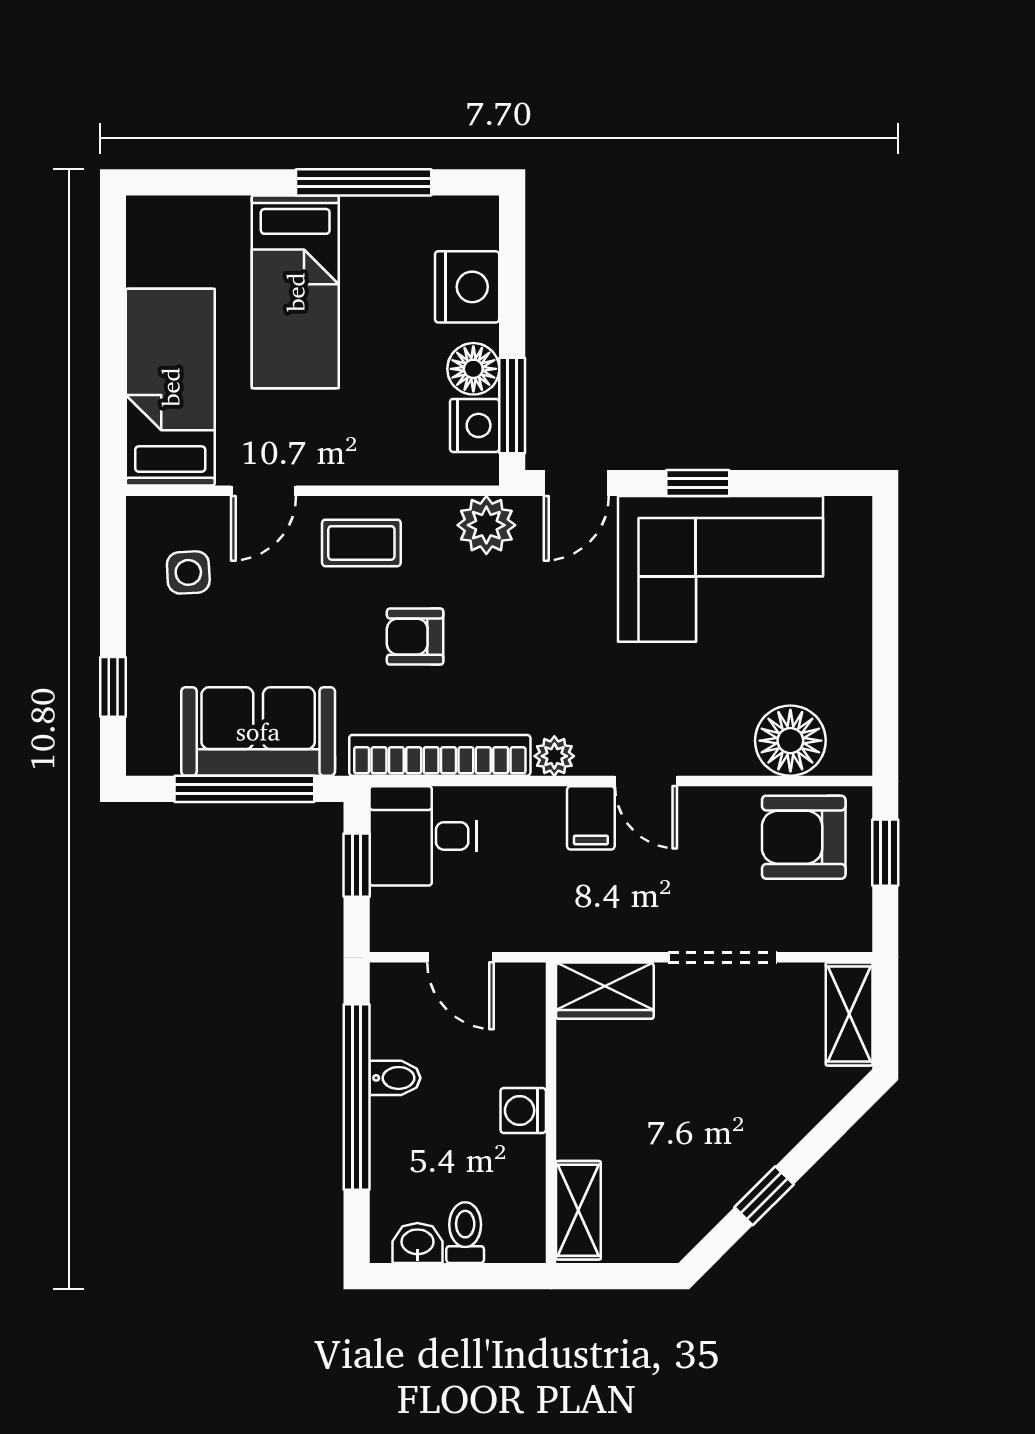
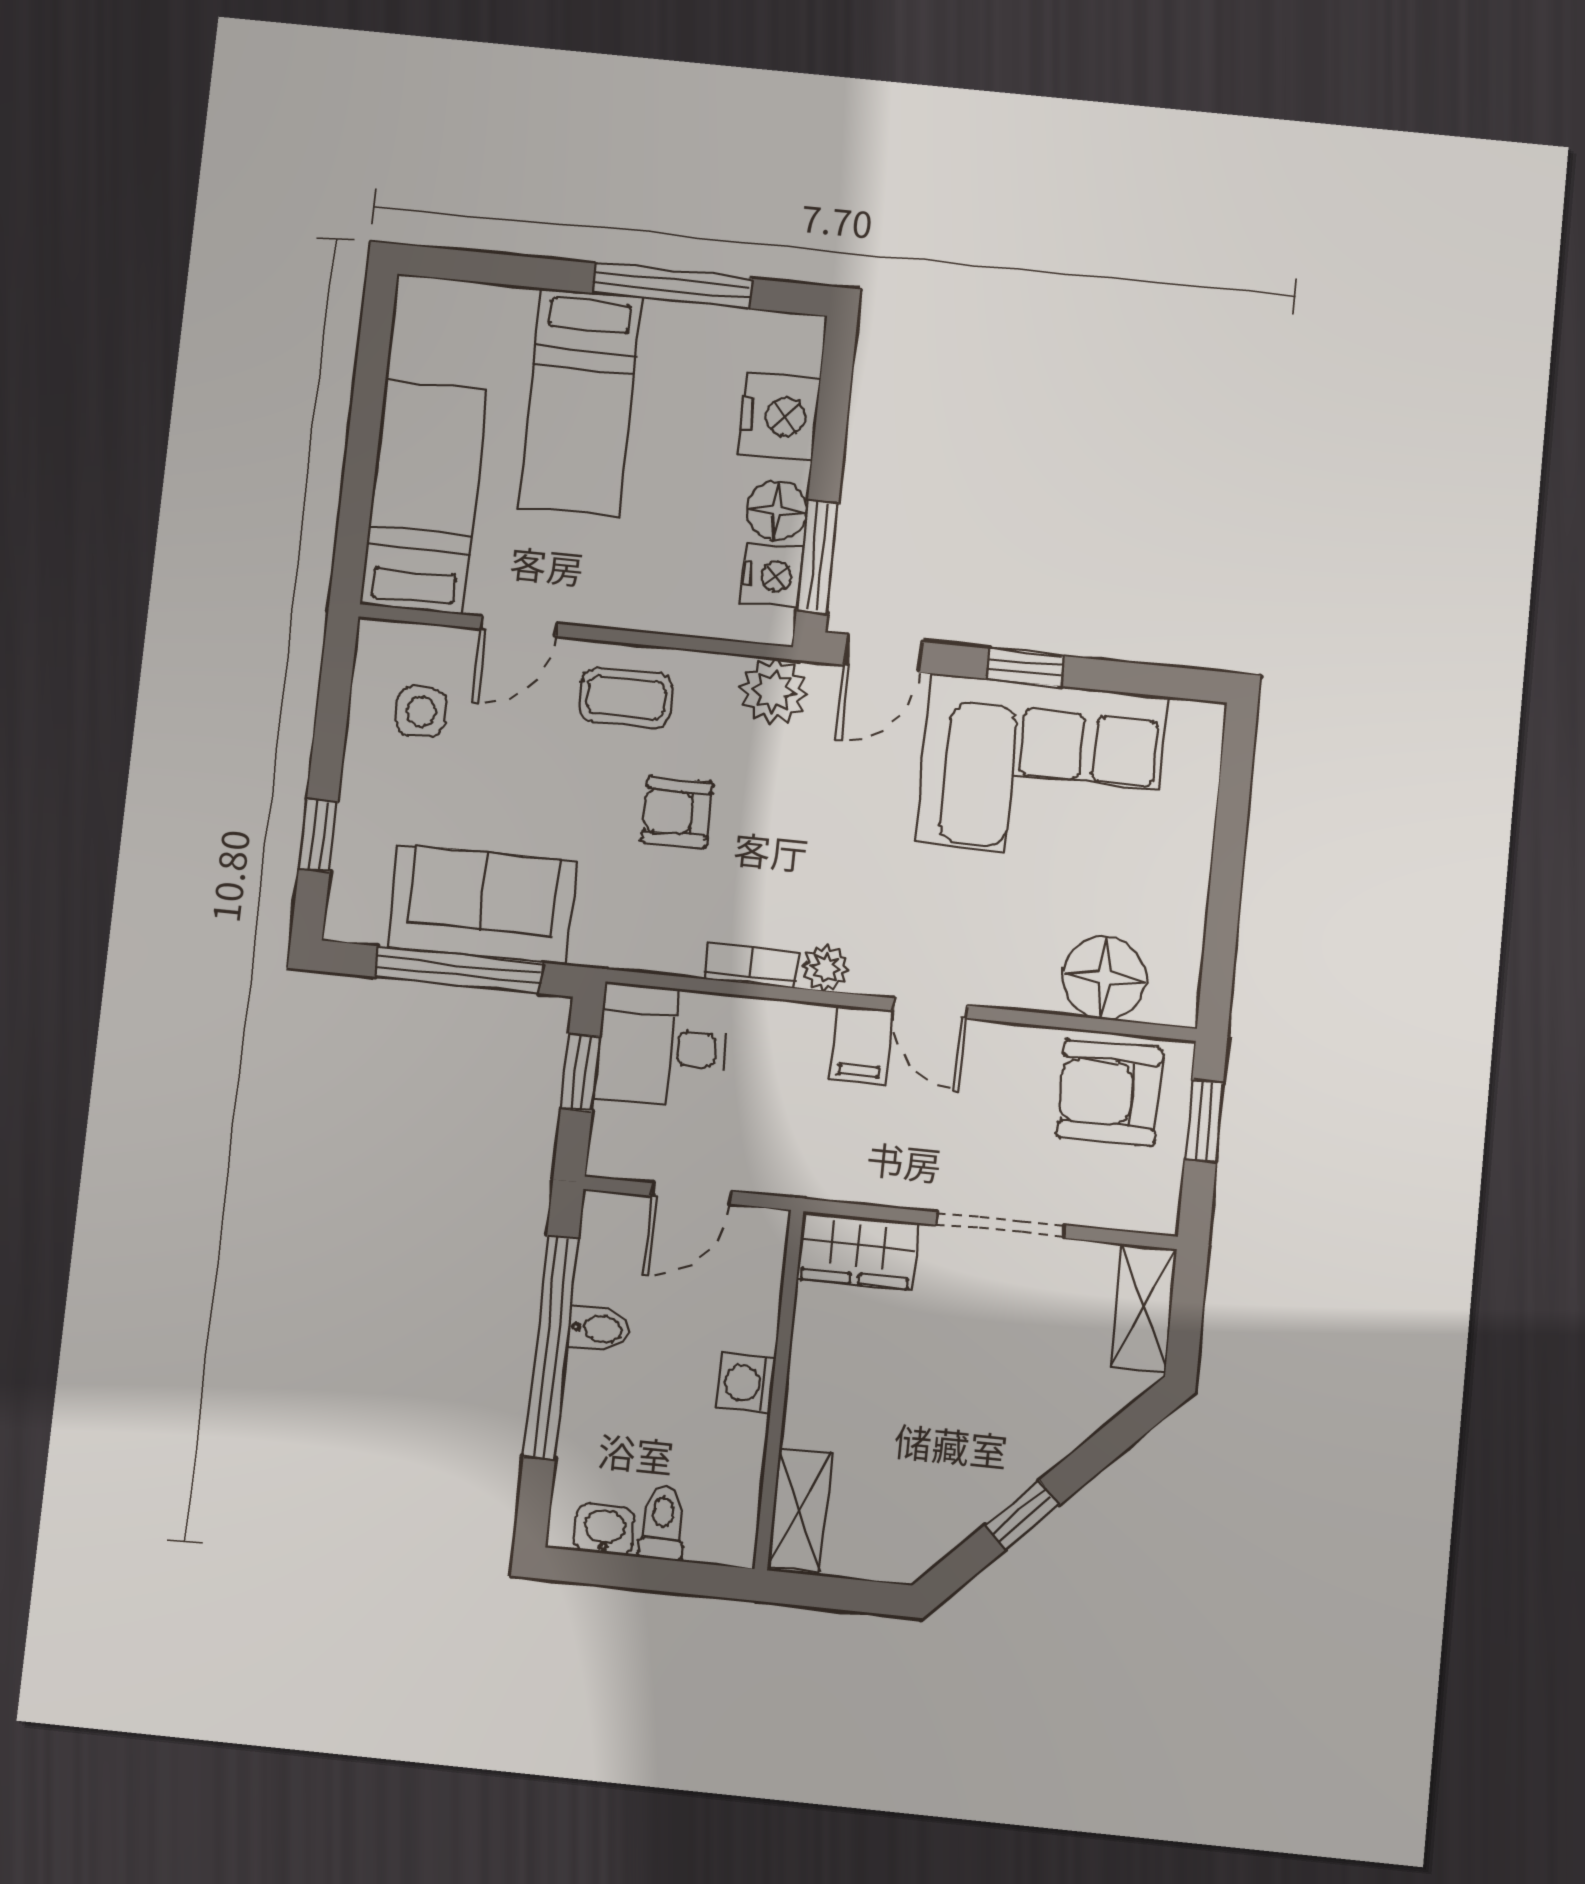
bookcase: (440, 755) -> (751, 965), width x0.43, depth x0.76
door: (460, 957) -> (691, 1194), hinge flipped

